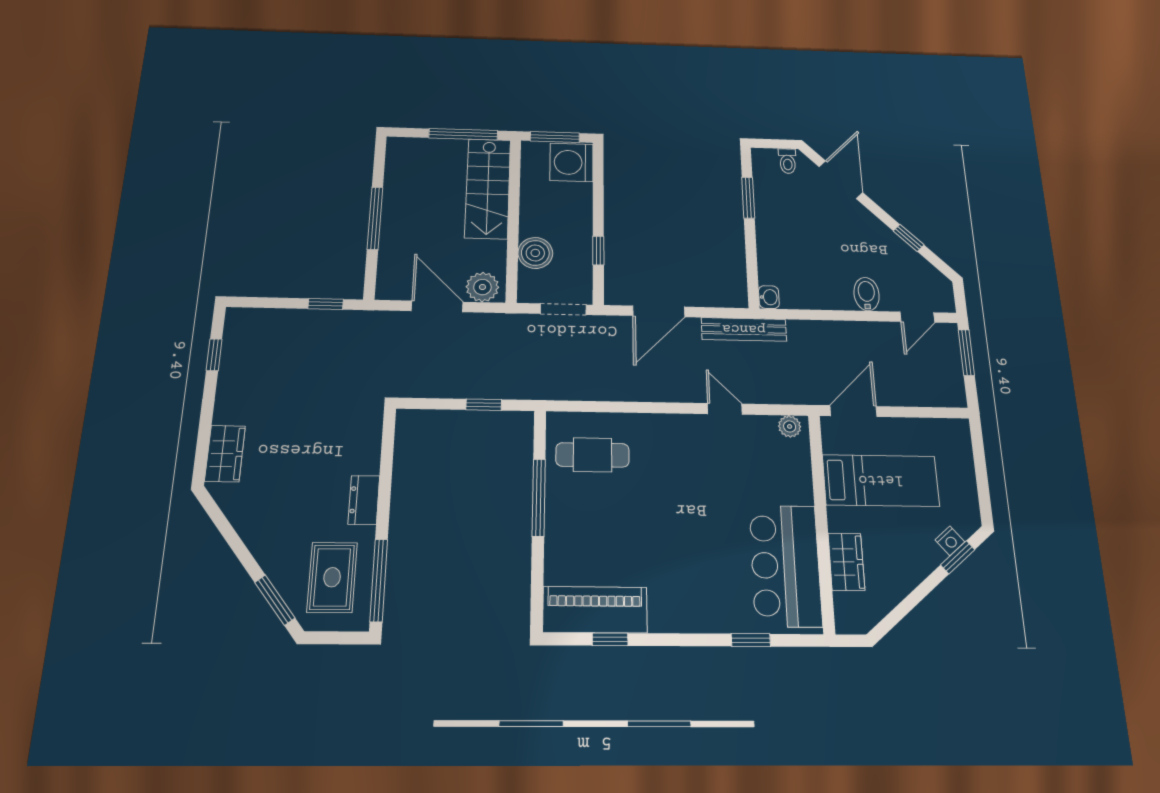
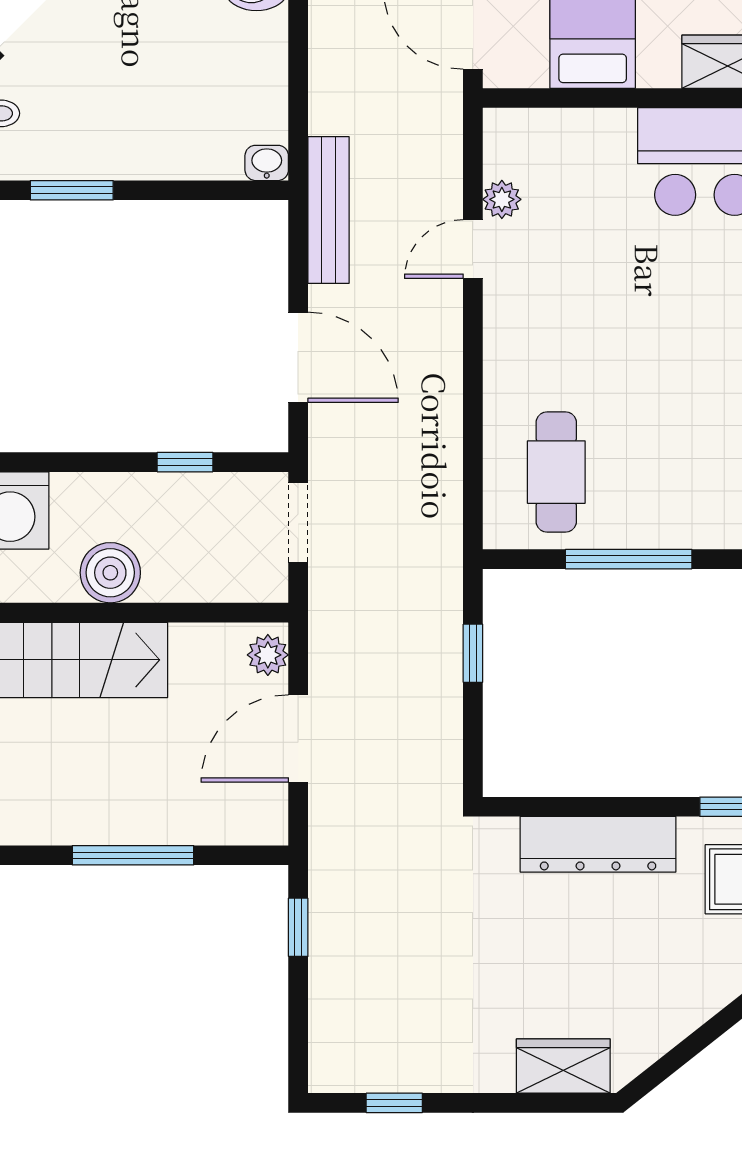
boiler: (535, 253) -> (110, 573), moved
plant: (482, 287) -> (268, 655), width x0.73, depth x0.73
plant: (790, 426) -> (502, 199), moved
dresser: (364, 500) -> (598, 844), width x1.96, depth x1.24

